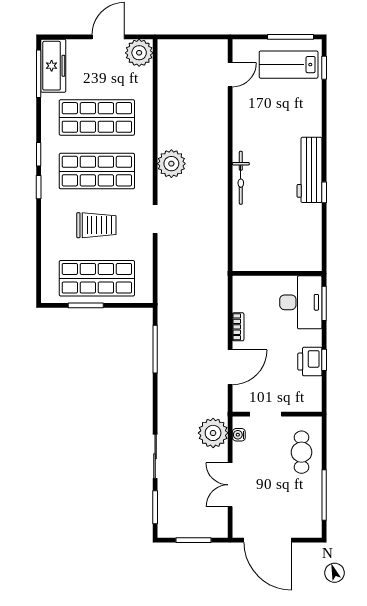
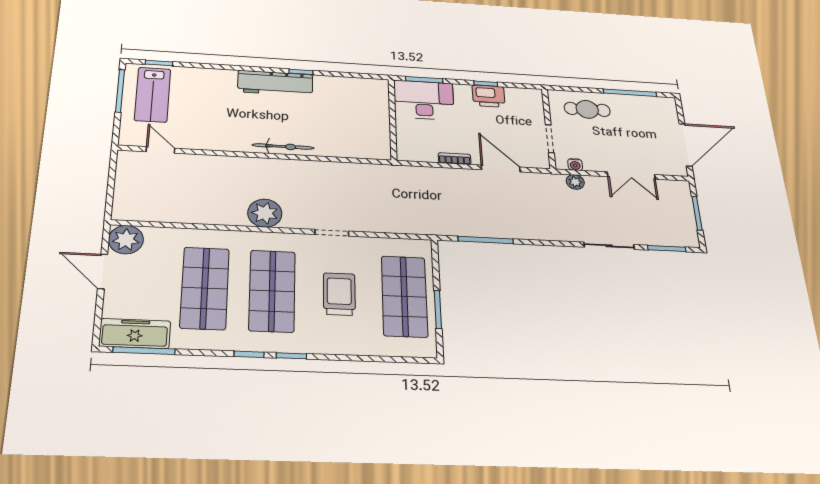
plant: (213, 433) -> (575, 182), width x0.53, depth x0.53

